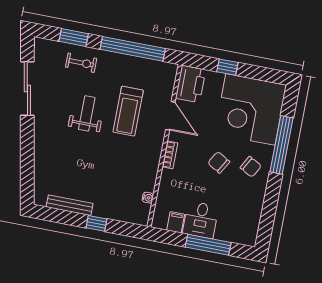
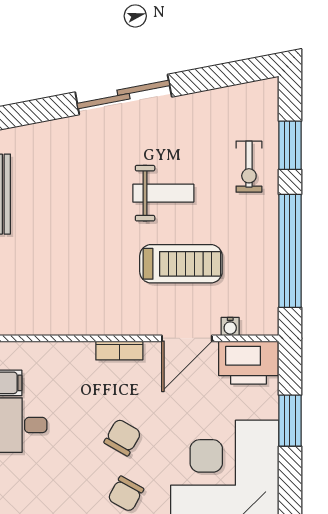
window: (227, 67) -> (290, 421), width x1.50
sliding door: (27, 89) -> (123, 94), moved
treadmill: (128, 111) -> (181, 264), turned 180
water cooler: (148, 198) -> (230, 326), moved

